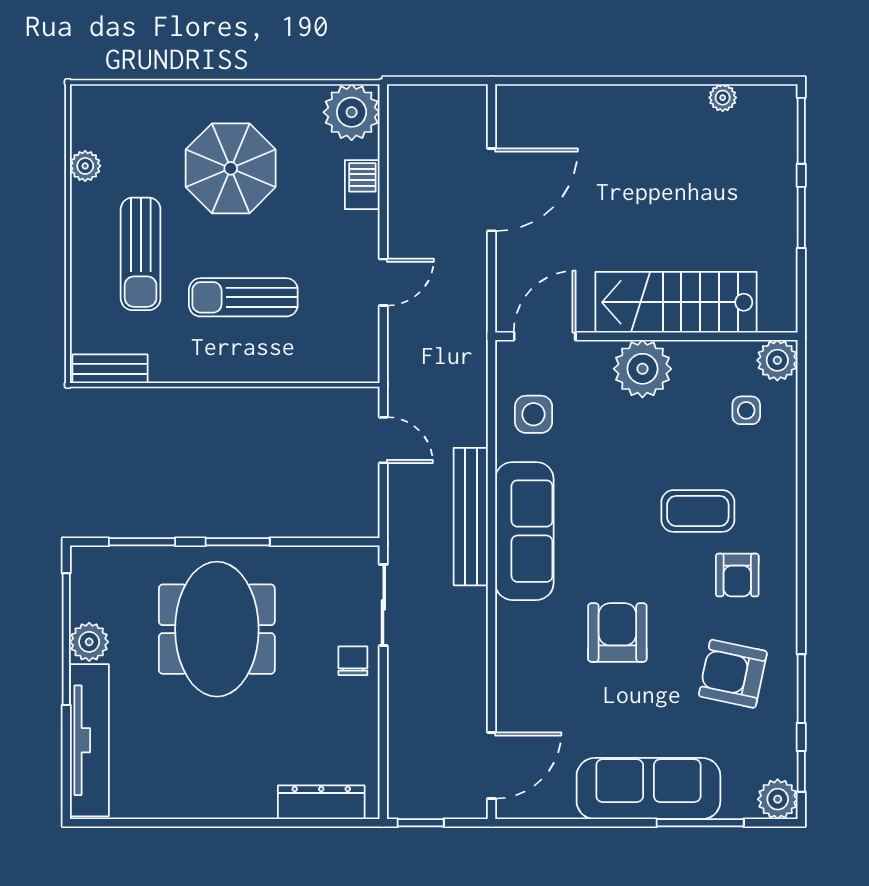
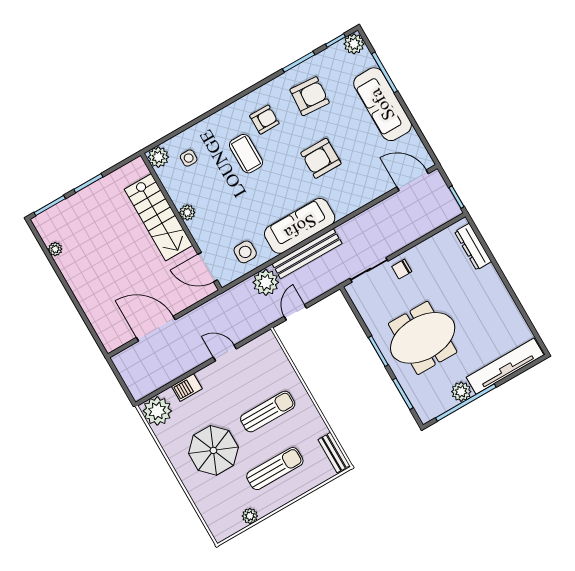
sun lounger: (243, 297) -> (268, 412), turned -90
plant: (642, 369) -> (187, 212), width x0.53, depth x0.53
plant: (462, 419) -> (266, 282), added
armchair: (733, 674) -> (310, 96), turned -98

